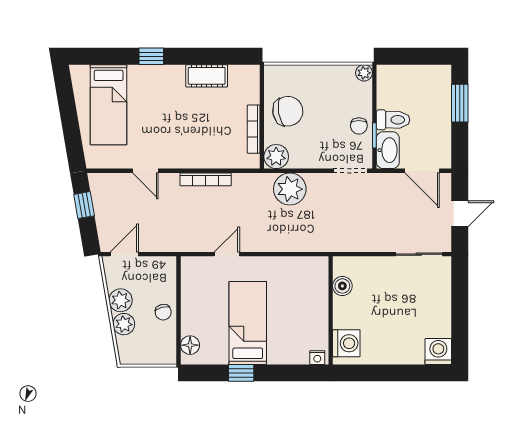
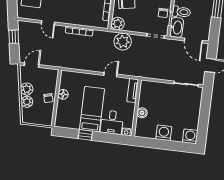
door: (227, 254) -> (110, 75), moved
tv unit: (320, 279) -> (133, 91), added
boiler: (342, 286) -> (142, 113), moved
desk: (288, 343) -> (112, 122), added
washing machine: (346, 343) -> (164, 133), moved, turned -90
floor lamp: (190, 345) -> (63, 94), moved

